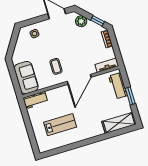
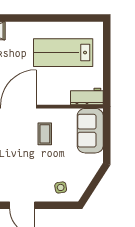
lab bench: (60, 125) -> (63, 53), width x1.36, depth x1.39

